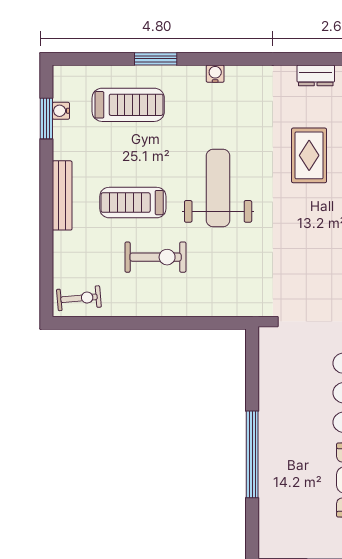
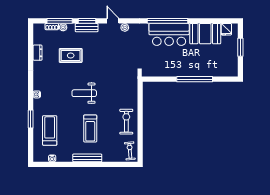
window: (46, 118) -> (55, 164), removed
weight bench: (218, 188) -> (84, 93), width x0.73, depth x0.75
exercise bike: (156, 257) -> (126, 122), moved

